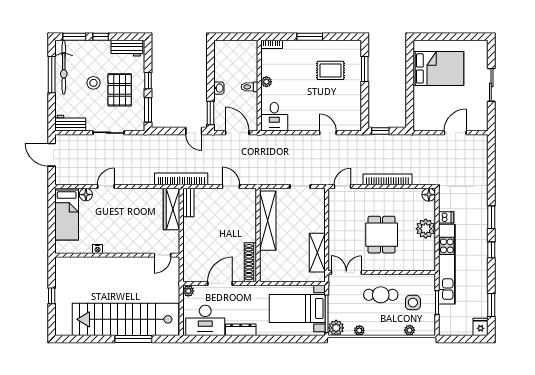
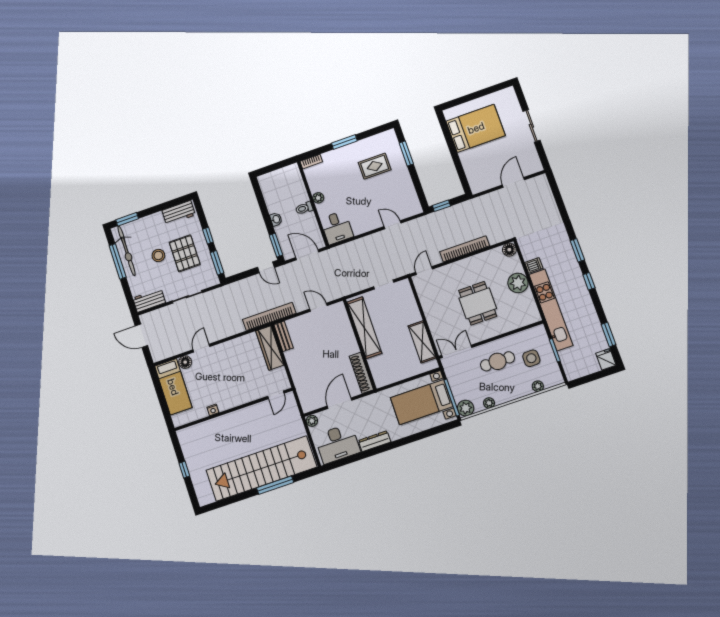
window: (101, 37) -> (151, 211), removed

